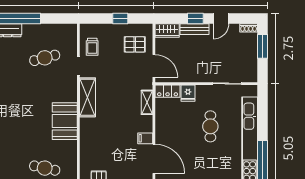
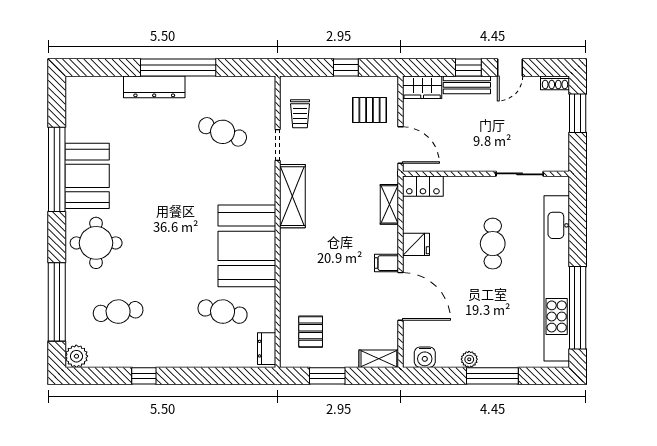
cafe table: (45, 58) -> (223, 132), turned 36
fridge: (188, 93) -> (416, 244), moved, turned -90
booth: (65, 121) -> (247, 246), width x1.36, depth x1.42

